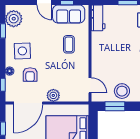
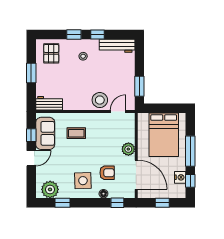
stool: (122, 91) -> (100, 100), moved

